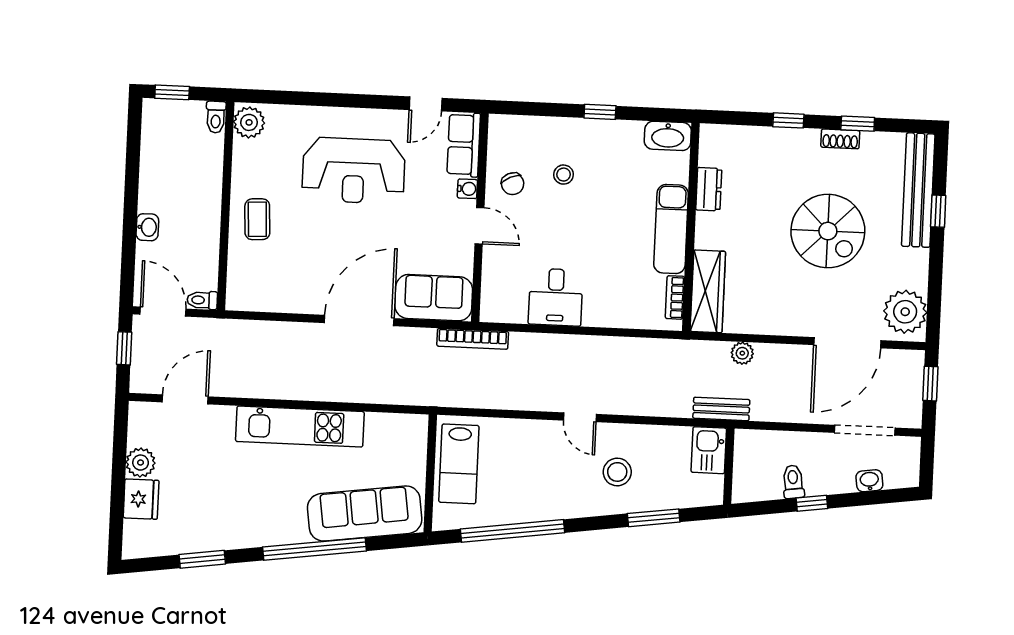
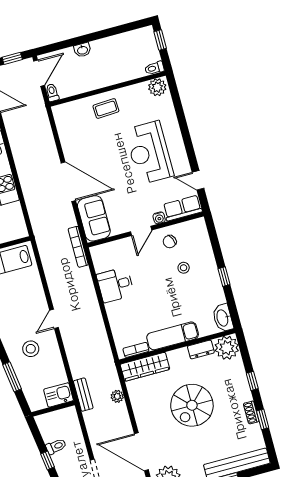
plant: (720, 145) -> (227, 348), added
spiral stairs: (828, 231) -> (192, 405), moved

